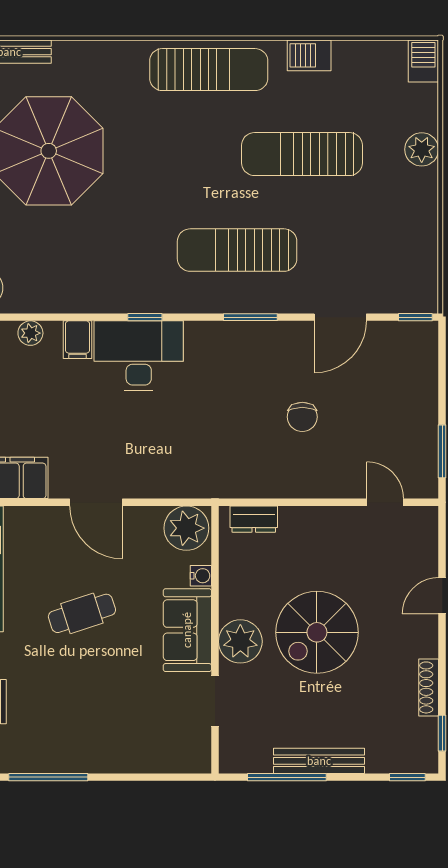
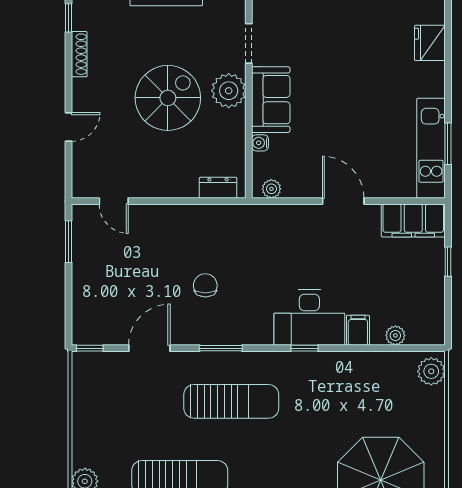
chair: (302, 417) -> (205, 285), moved
plant: (186, 528) -> (271, 189), width x0.53, depth x0.53
cafe table: (82, 613) -> (354, 113), removed

